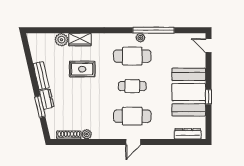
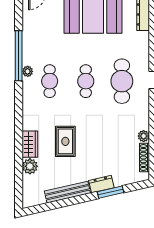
cafe table: (132, 56) -> (50, 81), width x0.73, depth x0.74
bench: (41, 76) -> (67, 192), width x1.36

